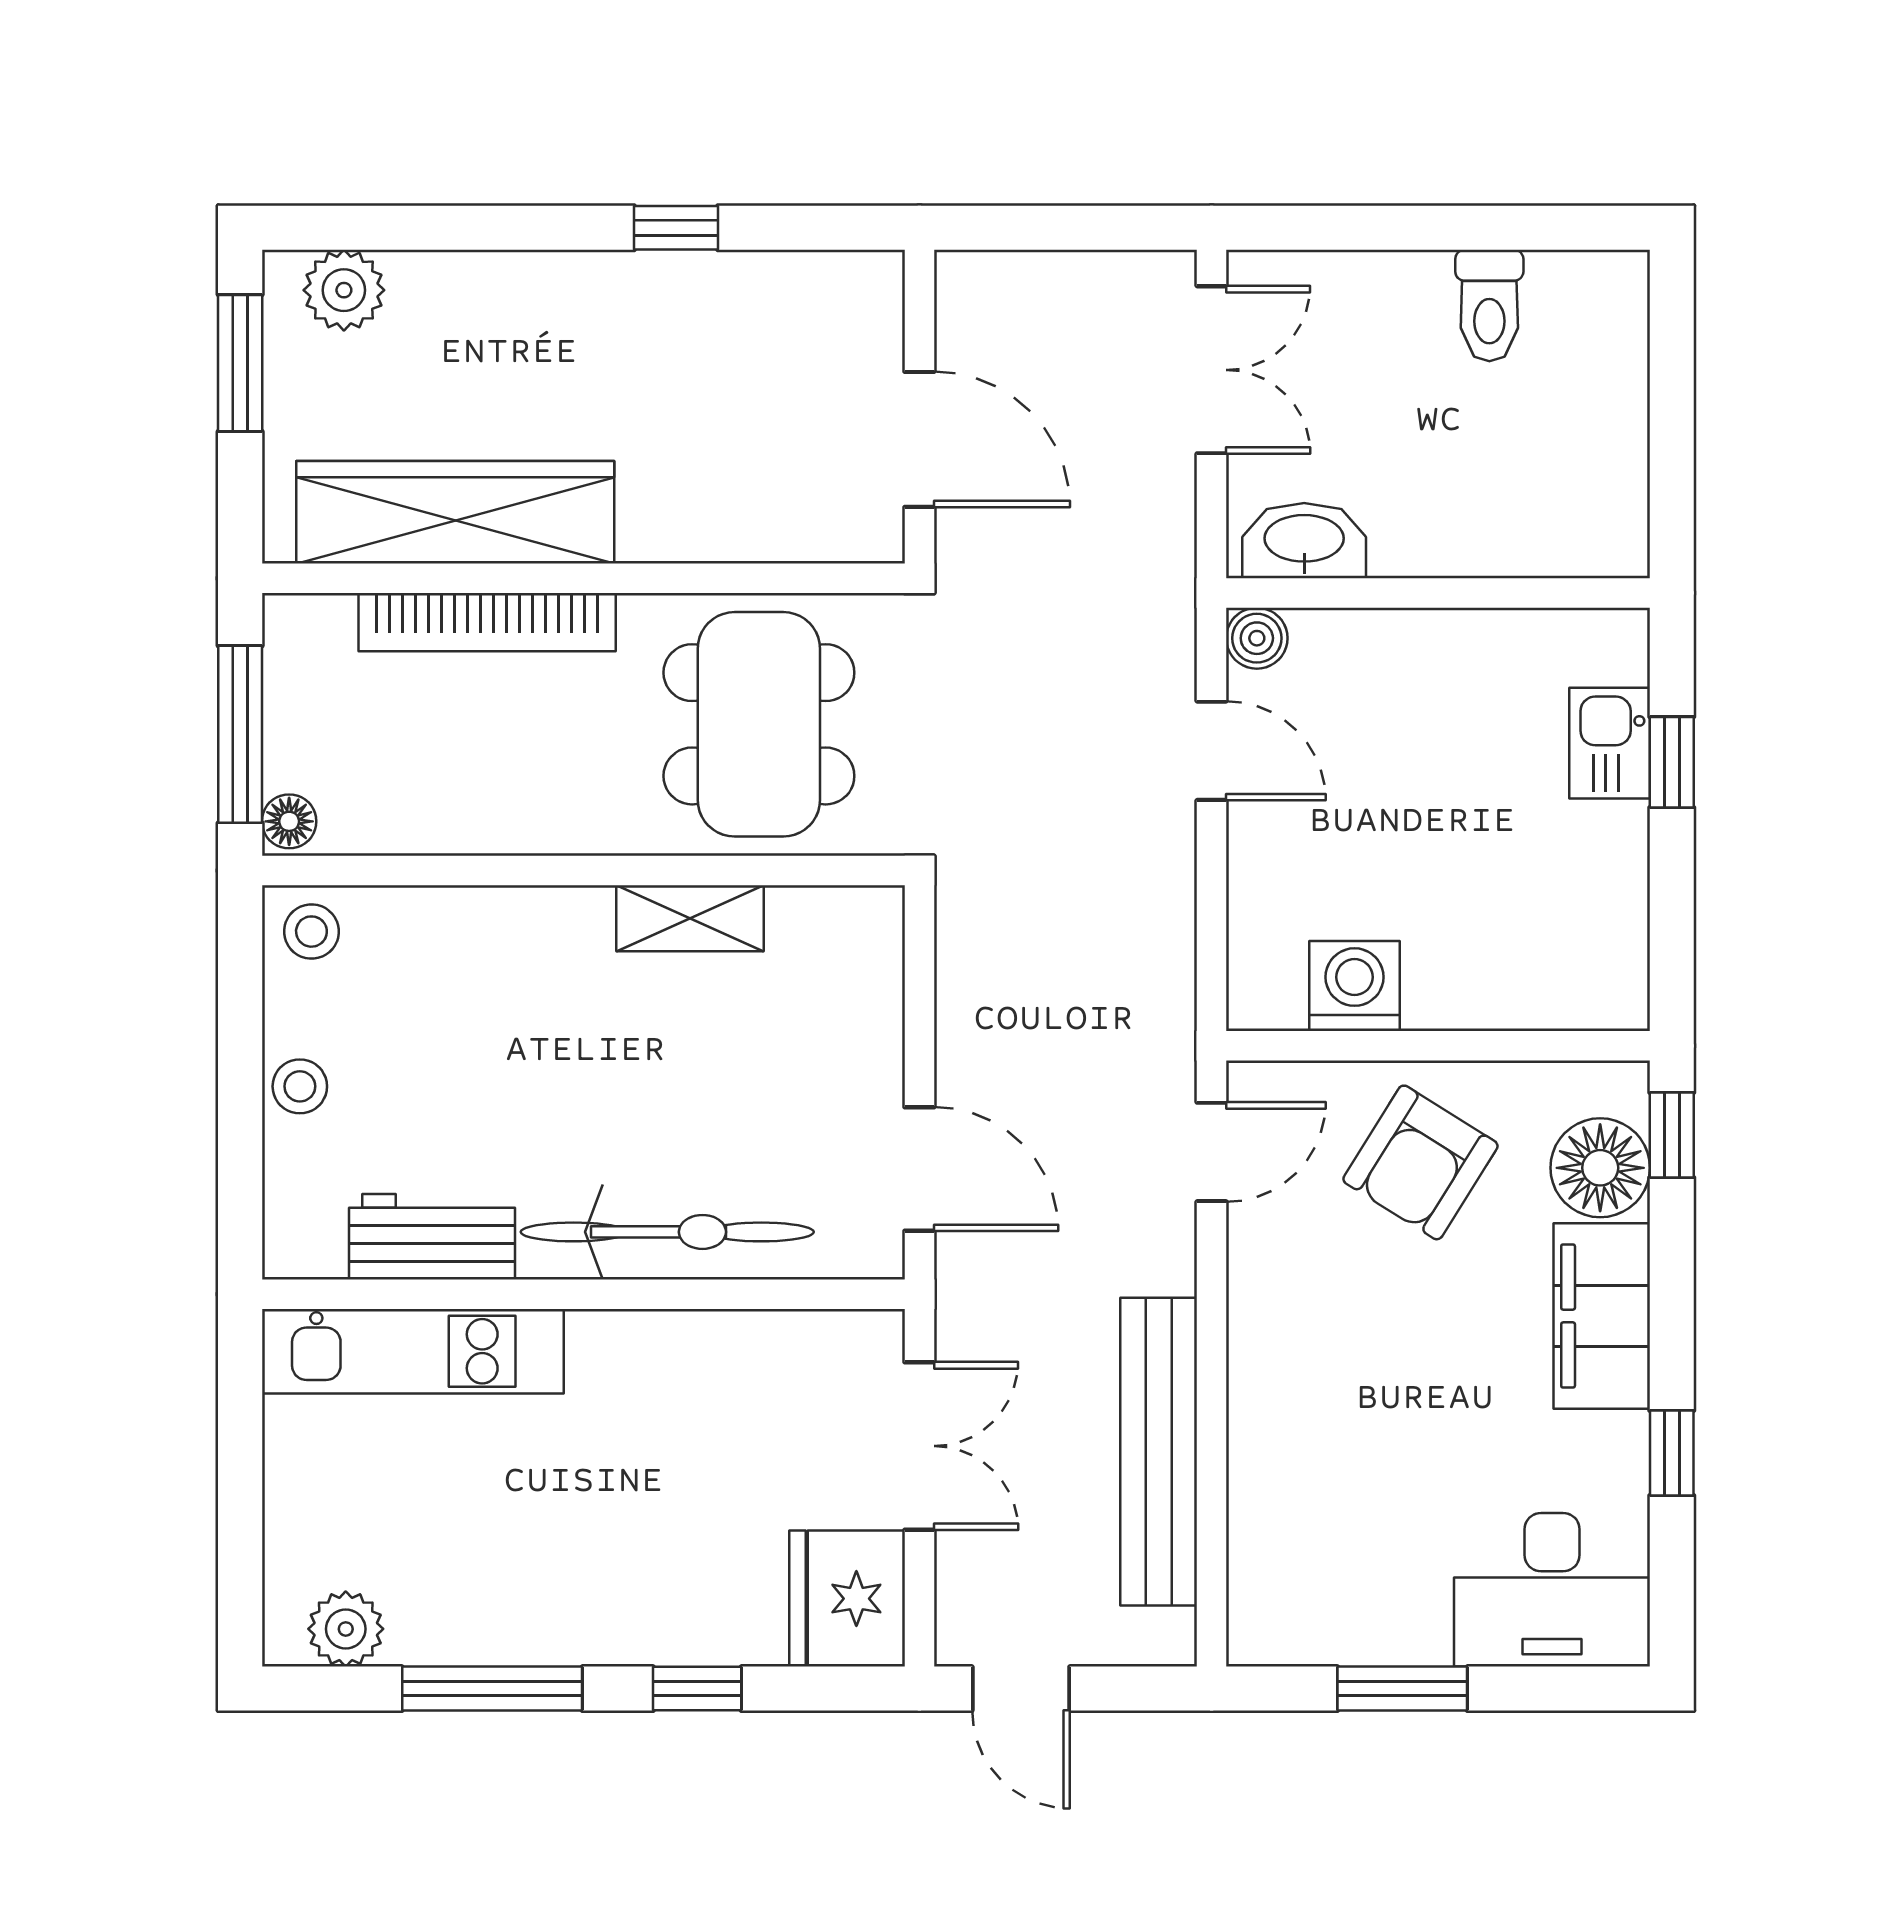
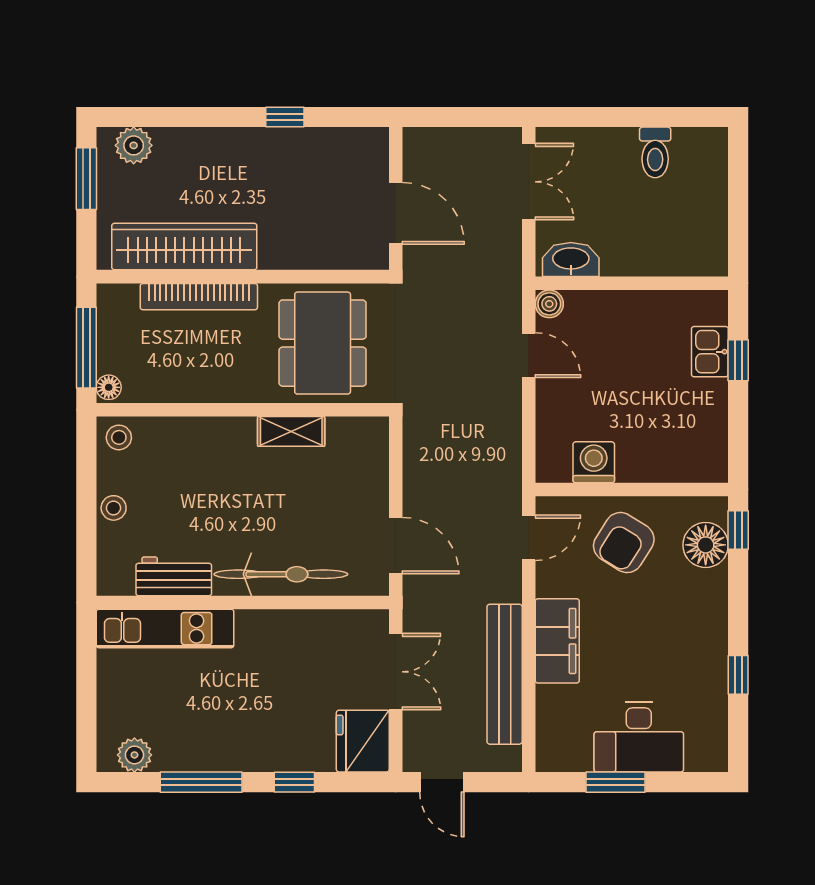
filing cabinet: (1602, 1316) -> (557, 641), moved, turned 180
desk: (1552, 1590) -> (639, 737), moved

